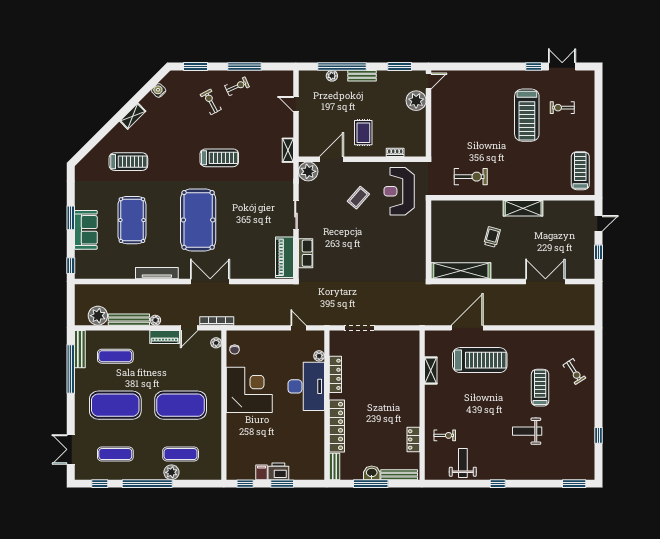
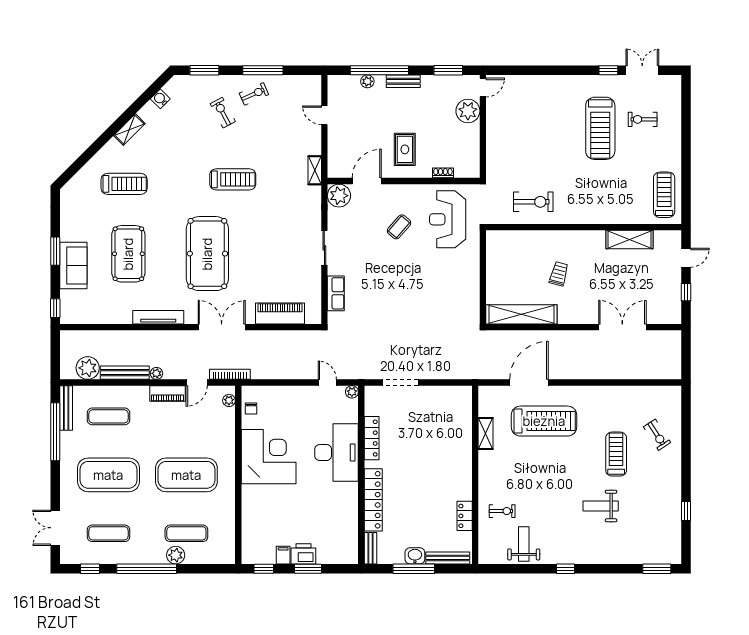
shelving: (523, 208) -> (629, 240), moved
piano: (285, 257) -> (280, 313), moved, turned 90
plant: (319, 356) -> (352, 392), moved

